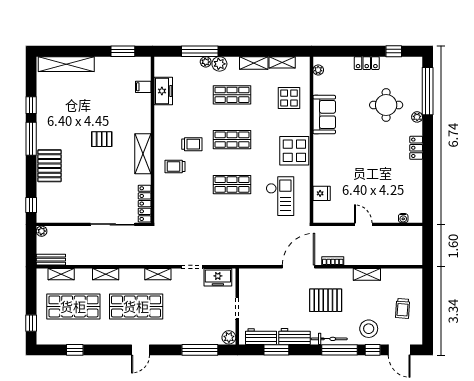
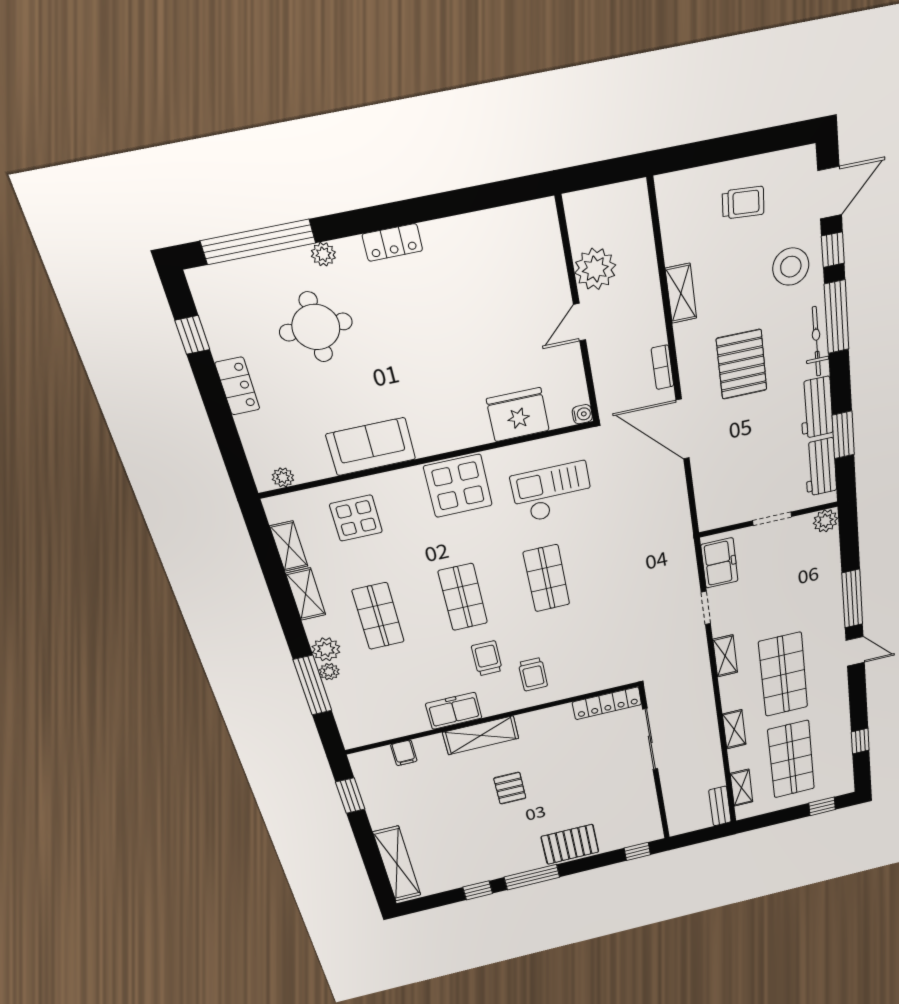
freezer: (163, 91) -> (454, 711), moved
shelving: (143, 154) -> (481, 735), moved
fridge: (322, 193) -> (518, 415), width x1.88, depth x1.34
water cooler: (403, 218) -> (582, 414), moved
plant: (42, 231) -> (595, 269), moved, width x1.88, depth x1.88
window: (200, 350) -> (852, 599), moved

